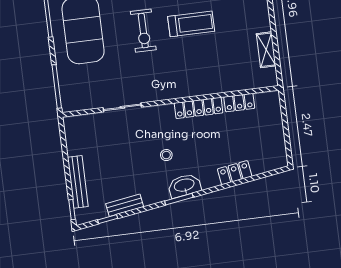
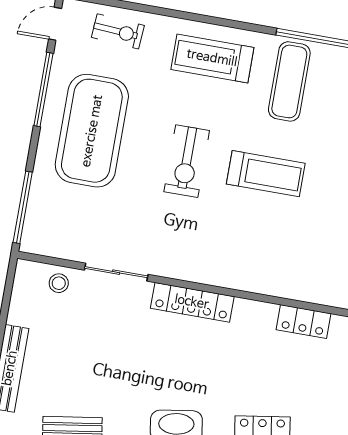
locker: (199, 108) -> (192, 302), moved
stool: (166, 155) -> (59, 283), moved

